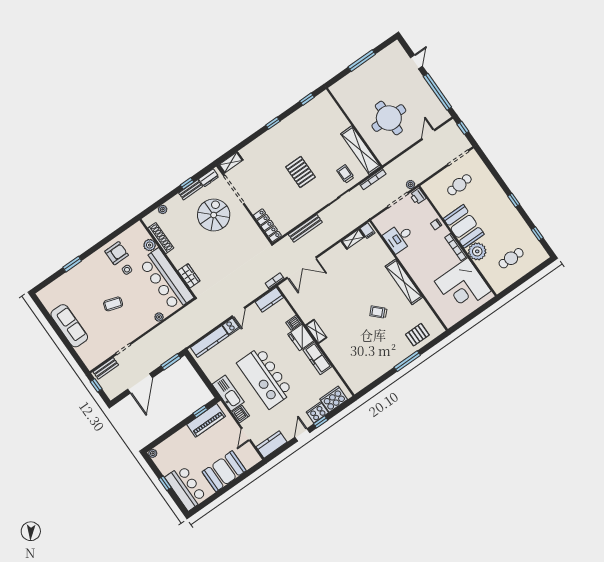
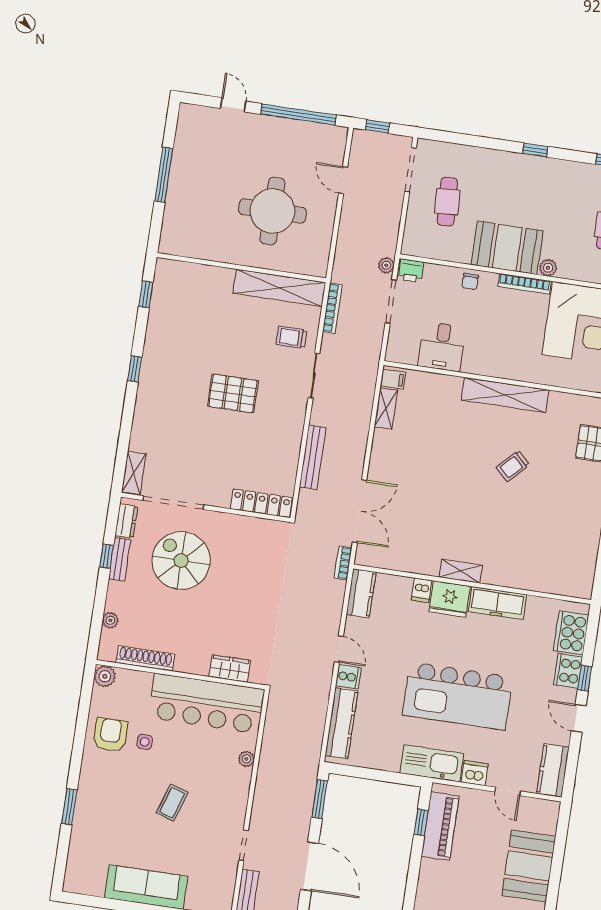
plant: (150, 245) -> (105, 676), moved
plant: (477, 251) -> (548, 268), width x0.53, depth x0.53

